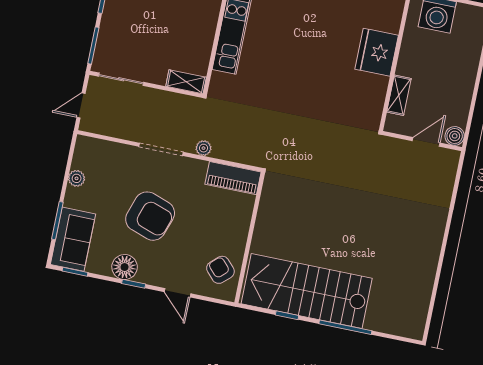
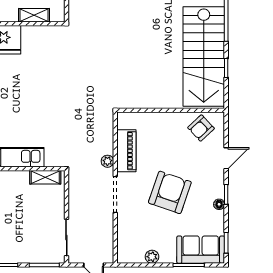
shelving: (186, 82) -> (45, 177), moved, turned 90
piano: (233, 178) -> (126, 151), moved
floor lamp: (125, 267) -> (219, 204), width x0.53, depth x0.53

